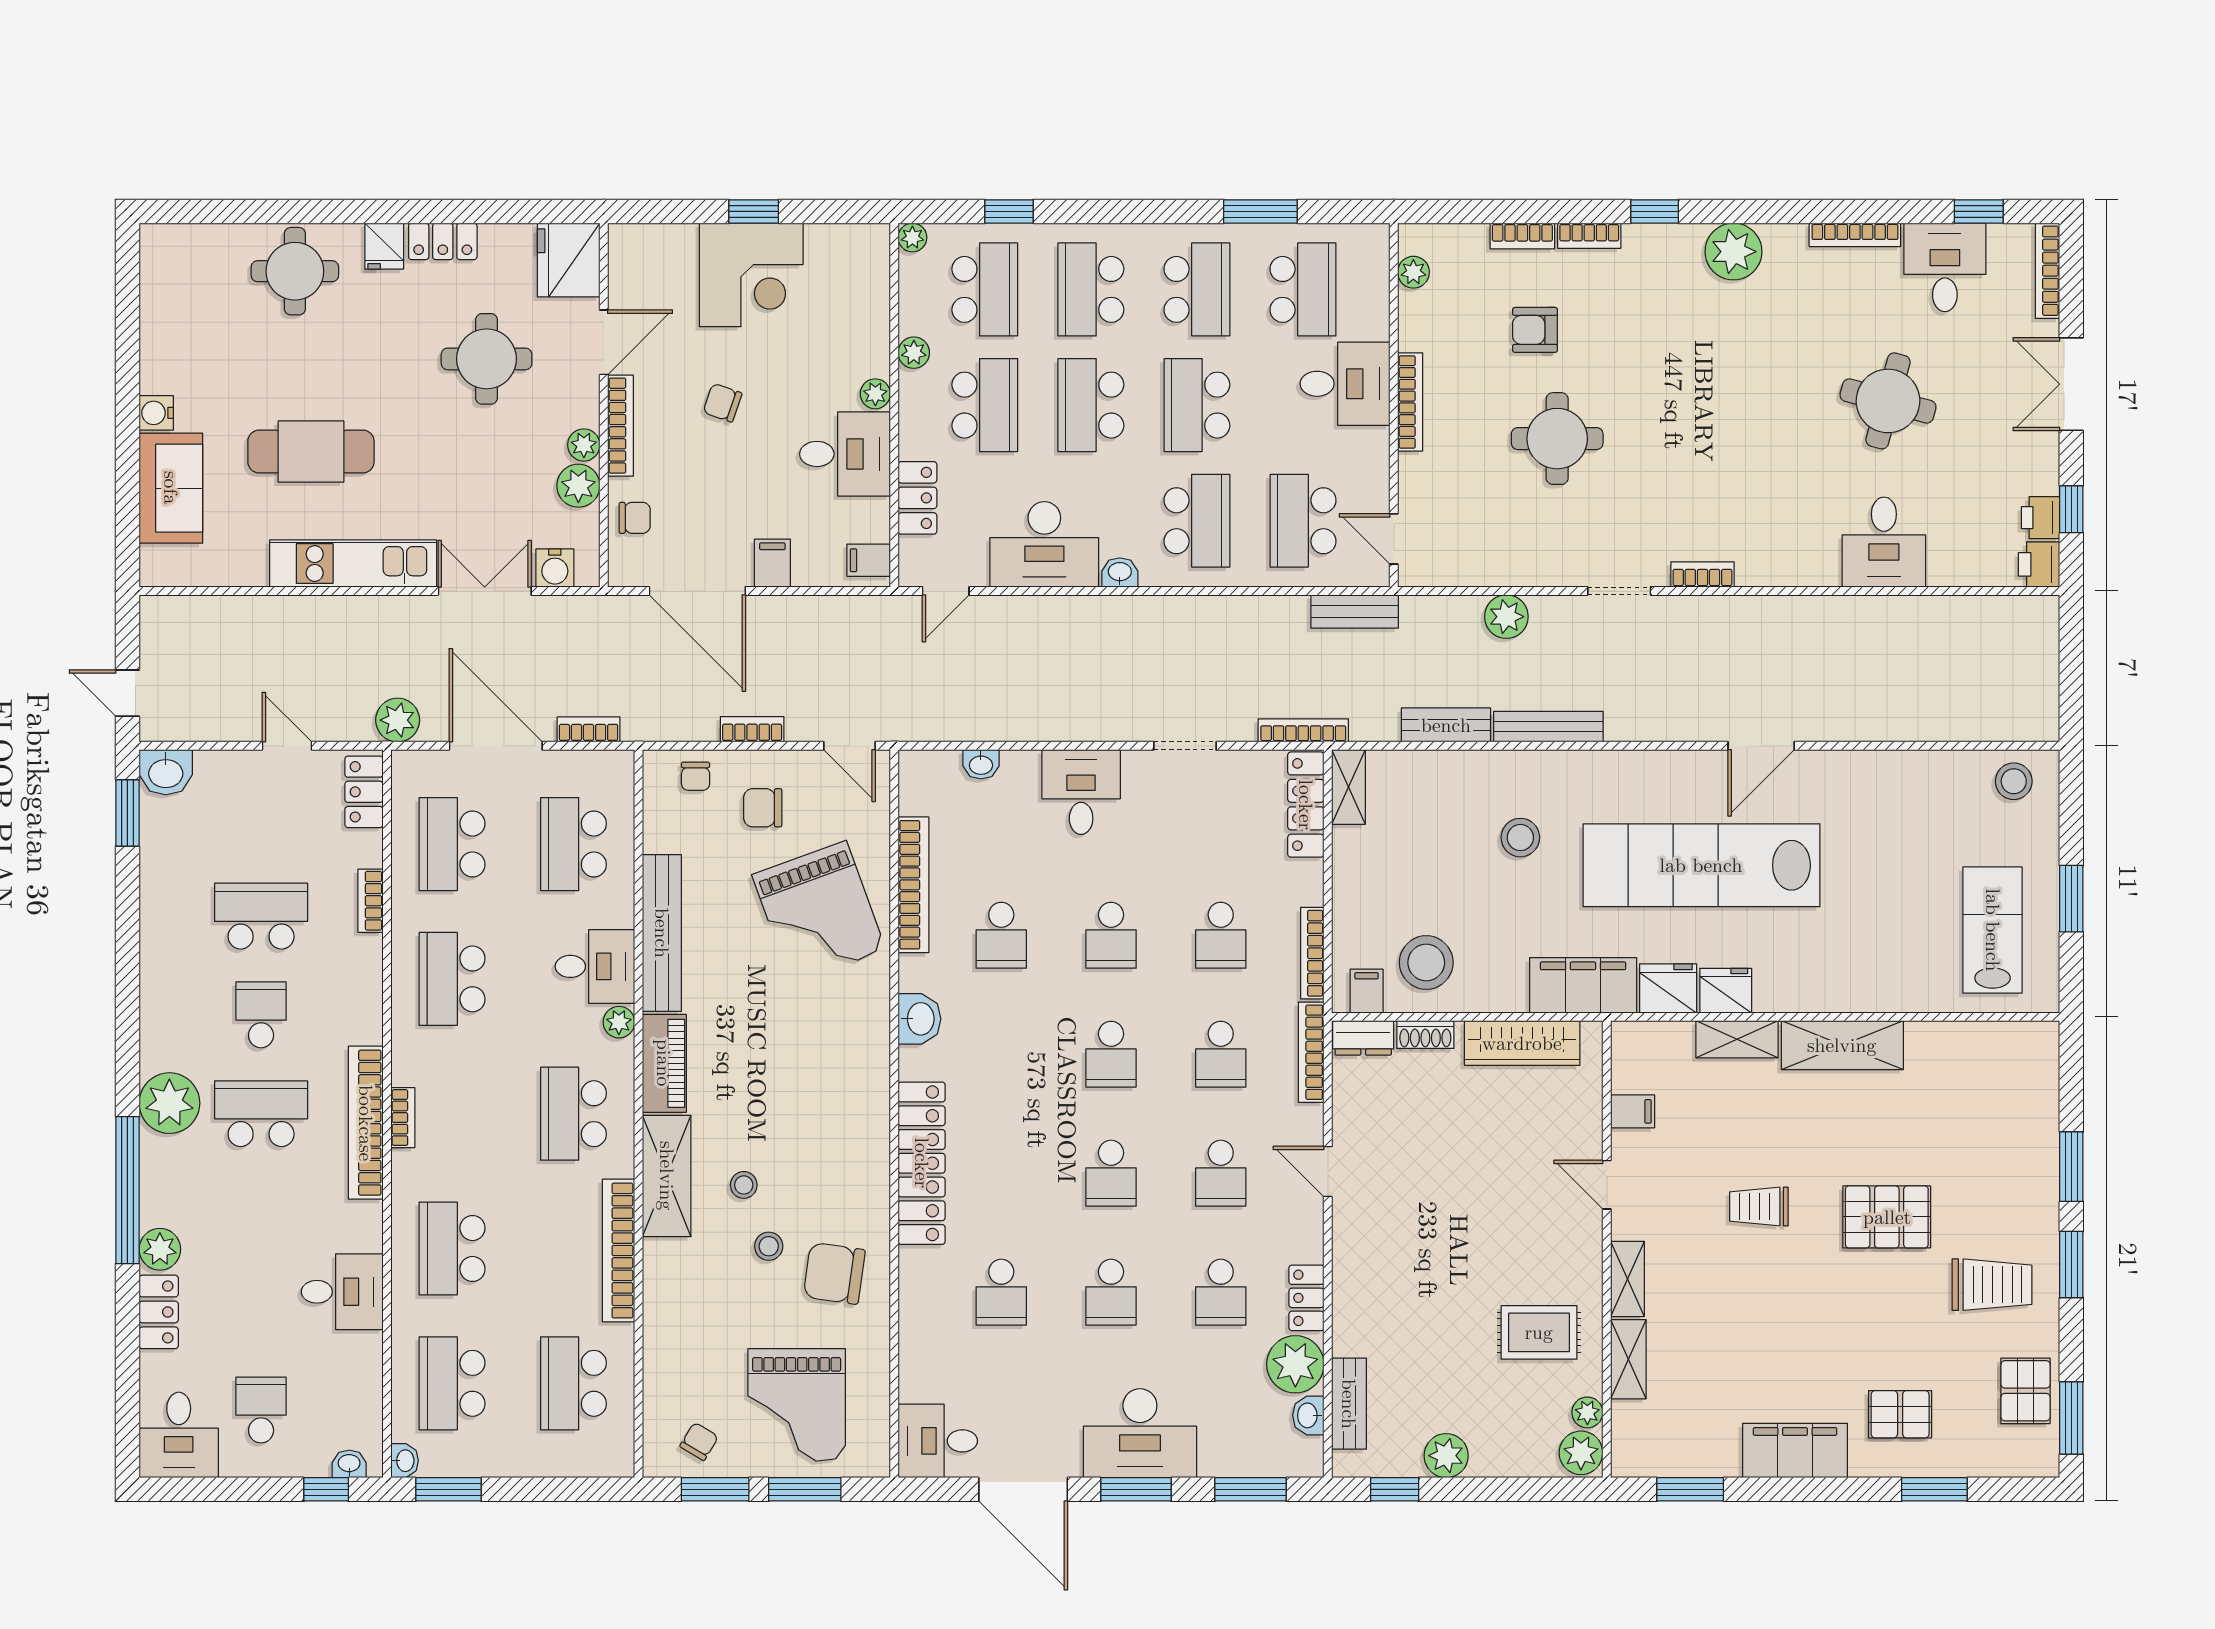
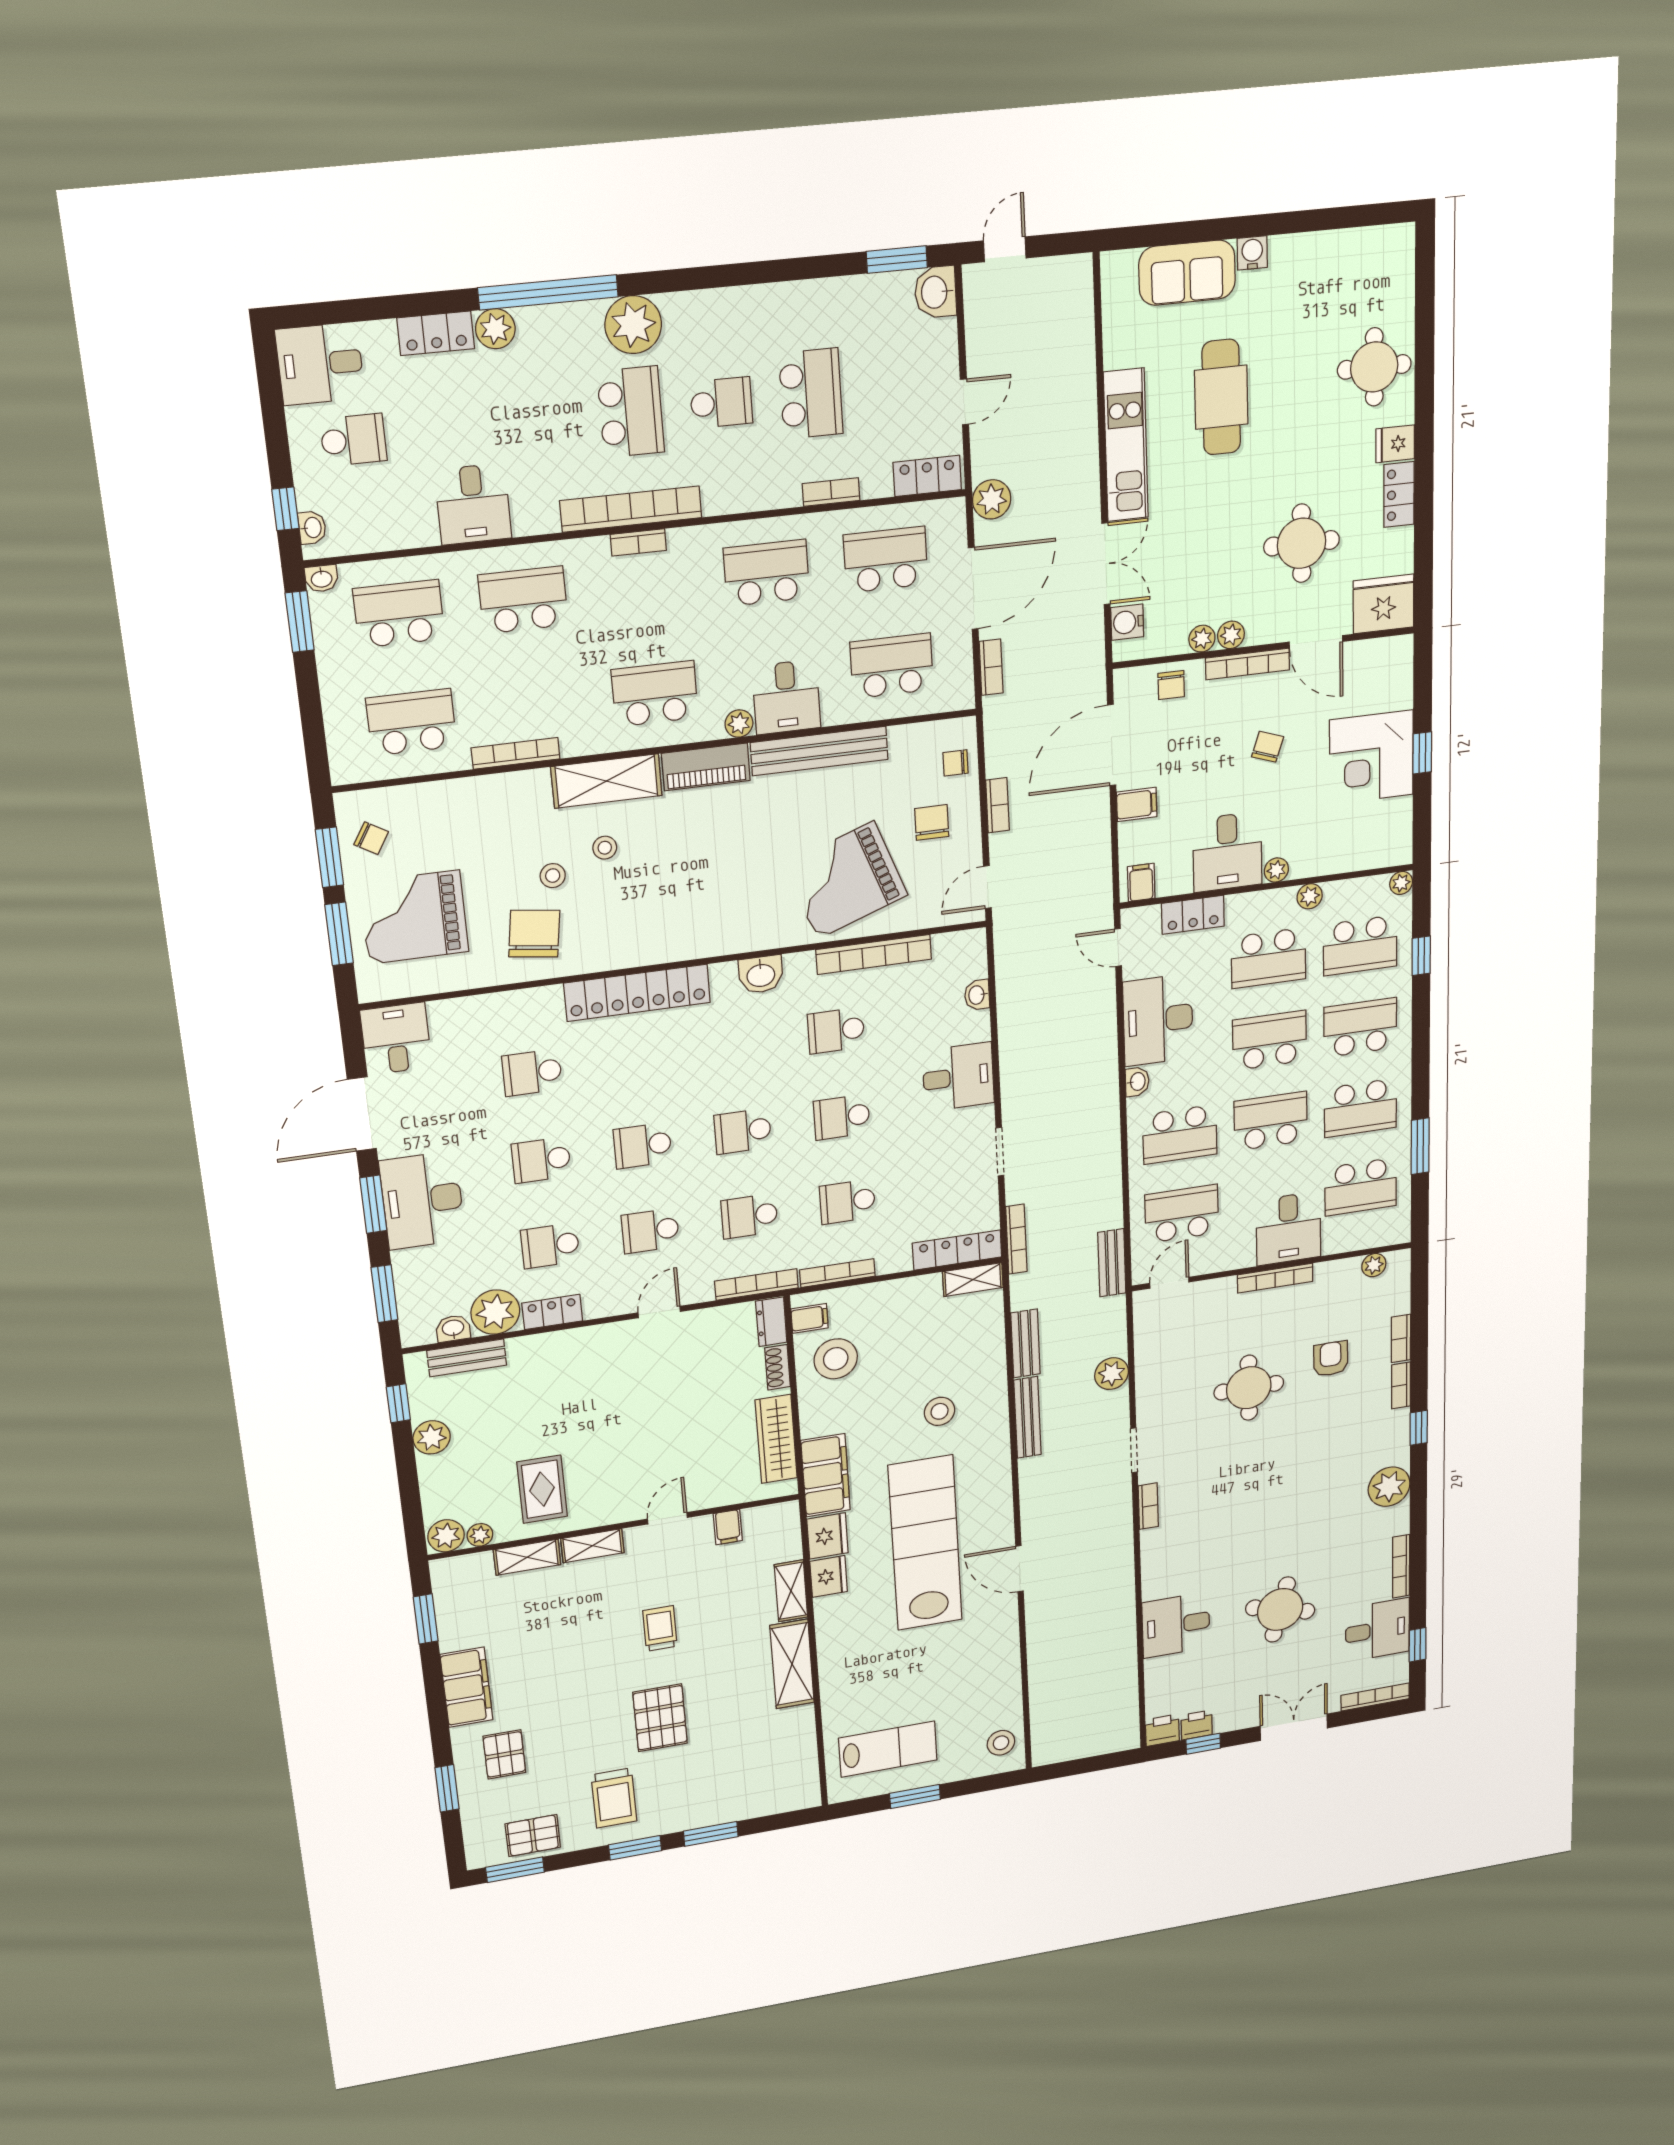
plant: (578, 486) -> (1202, 639), width x0.73, depth x0.73
bookcase: (619, 1251) -> (516, 753), width x0.68, depth x0.76

